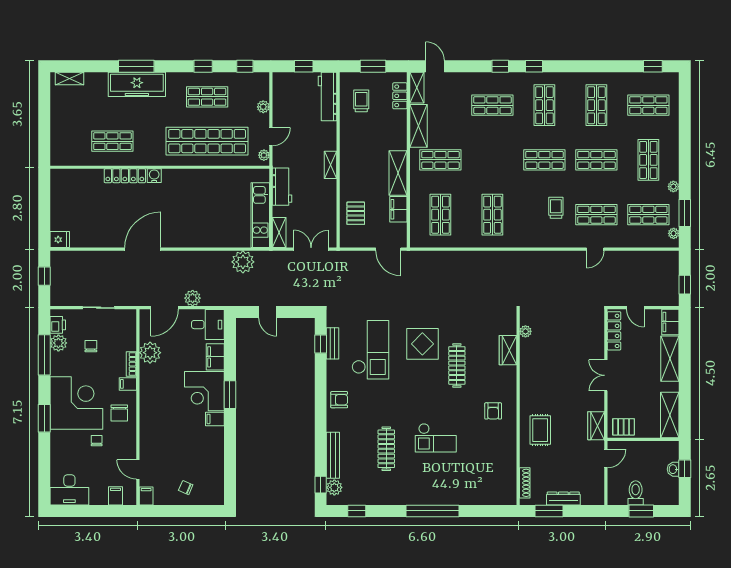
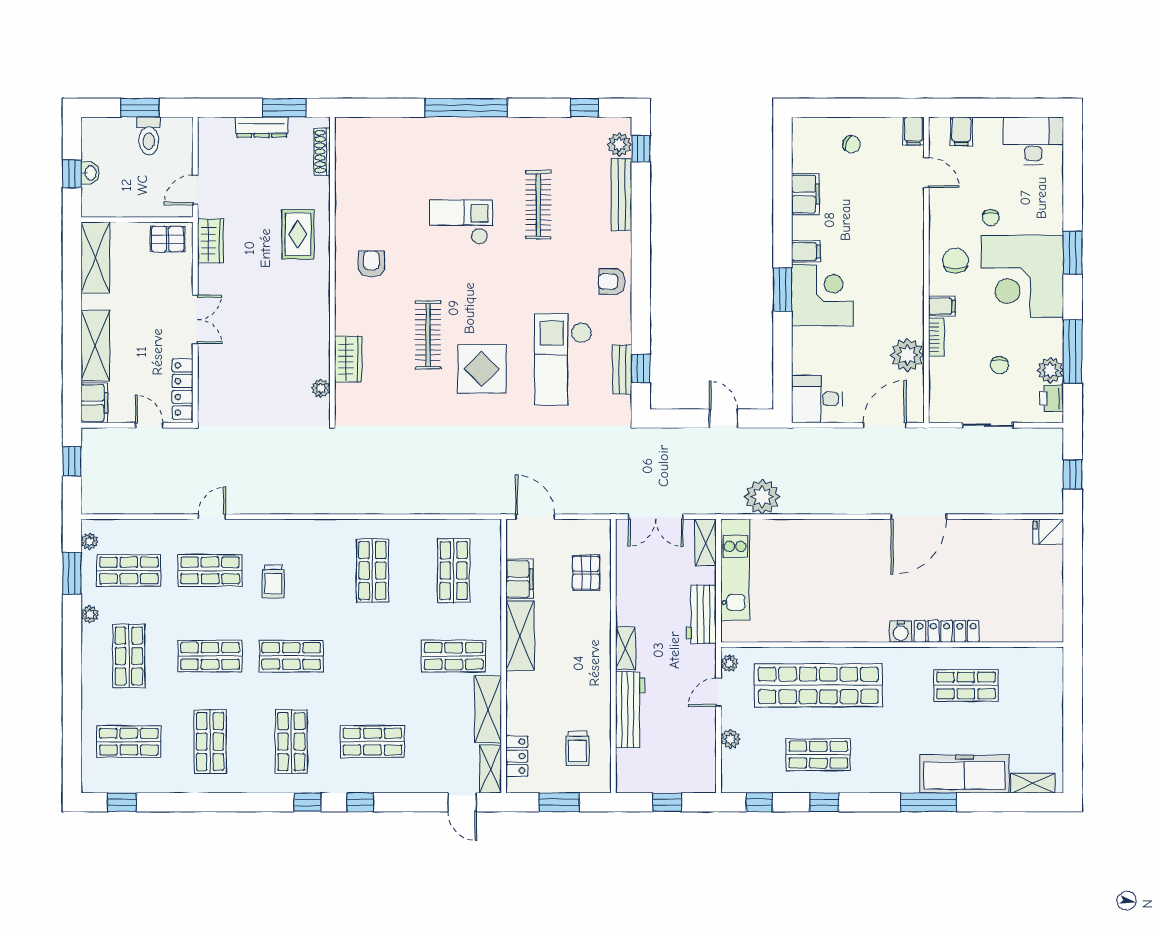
freezer: (137, 84) -> (964, 774), moved
workbench: (328, 97) -> (630, 710), moved
plant: (193, 298) -> (841, 440), removed
filing cabinet: (215, 357) -> (805, 194), moved

